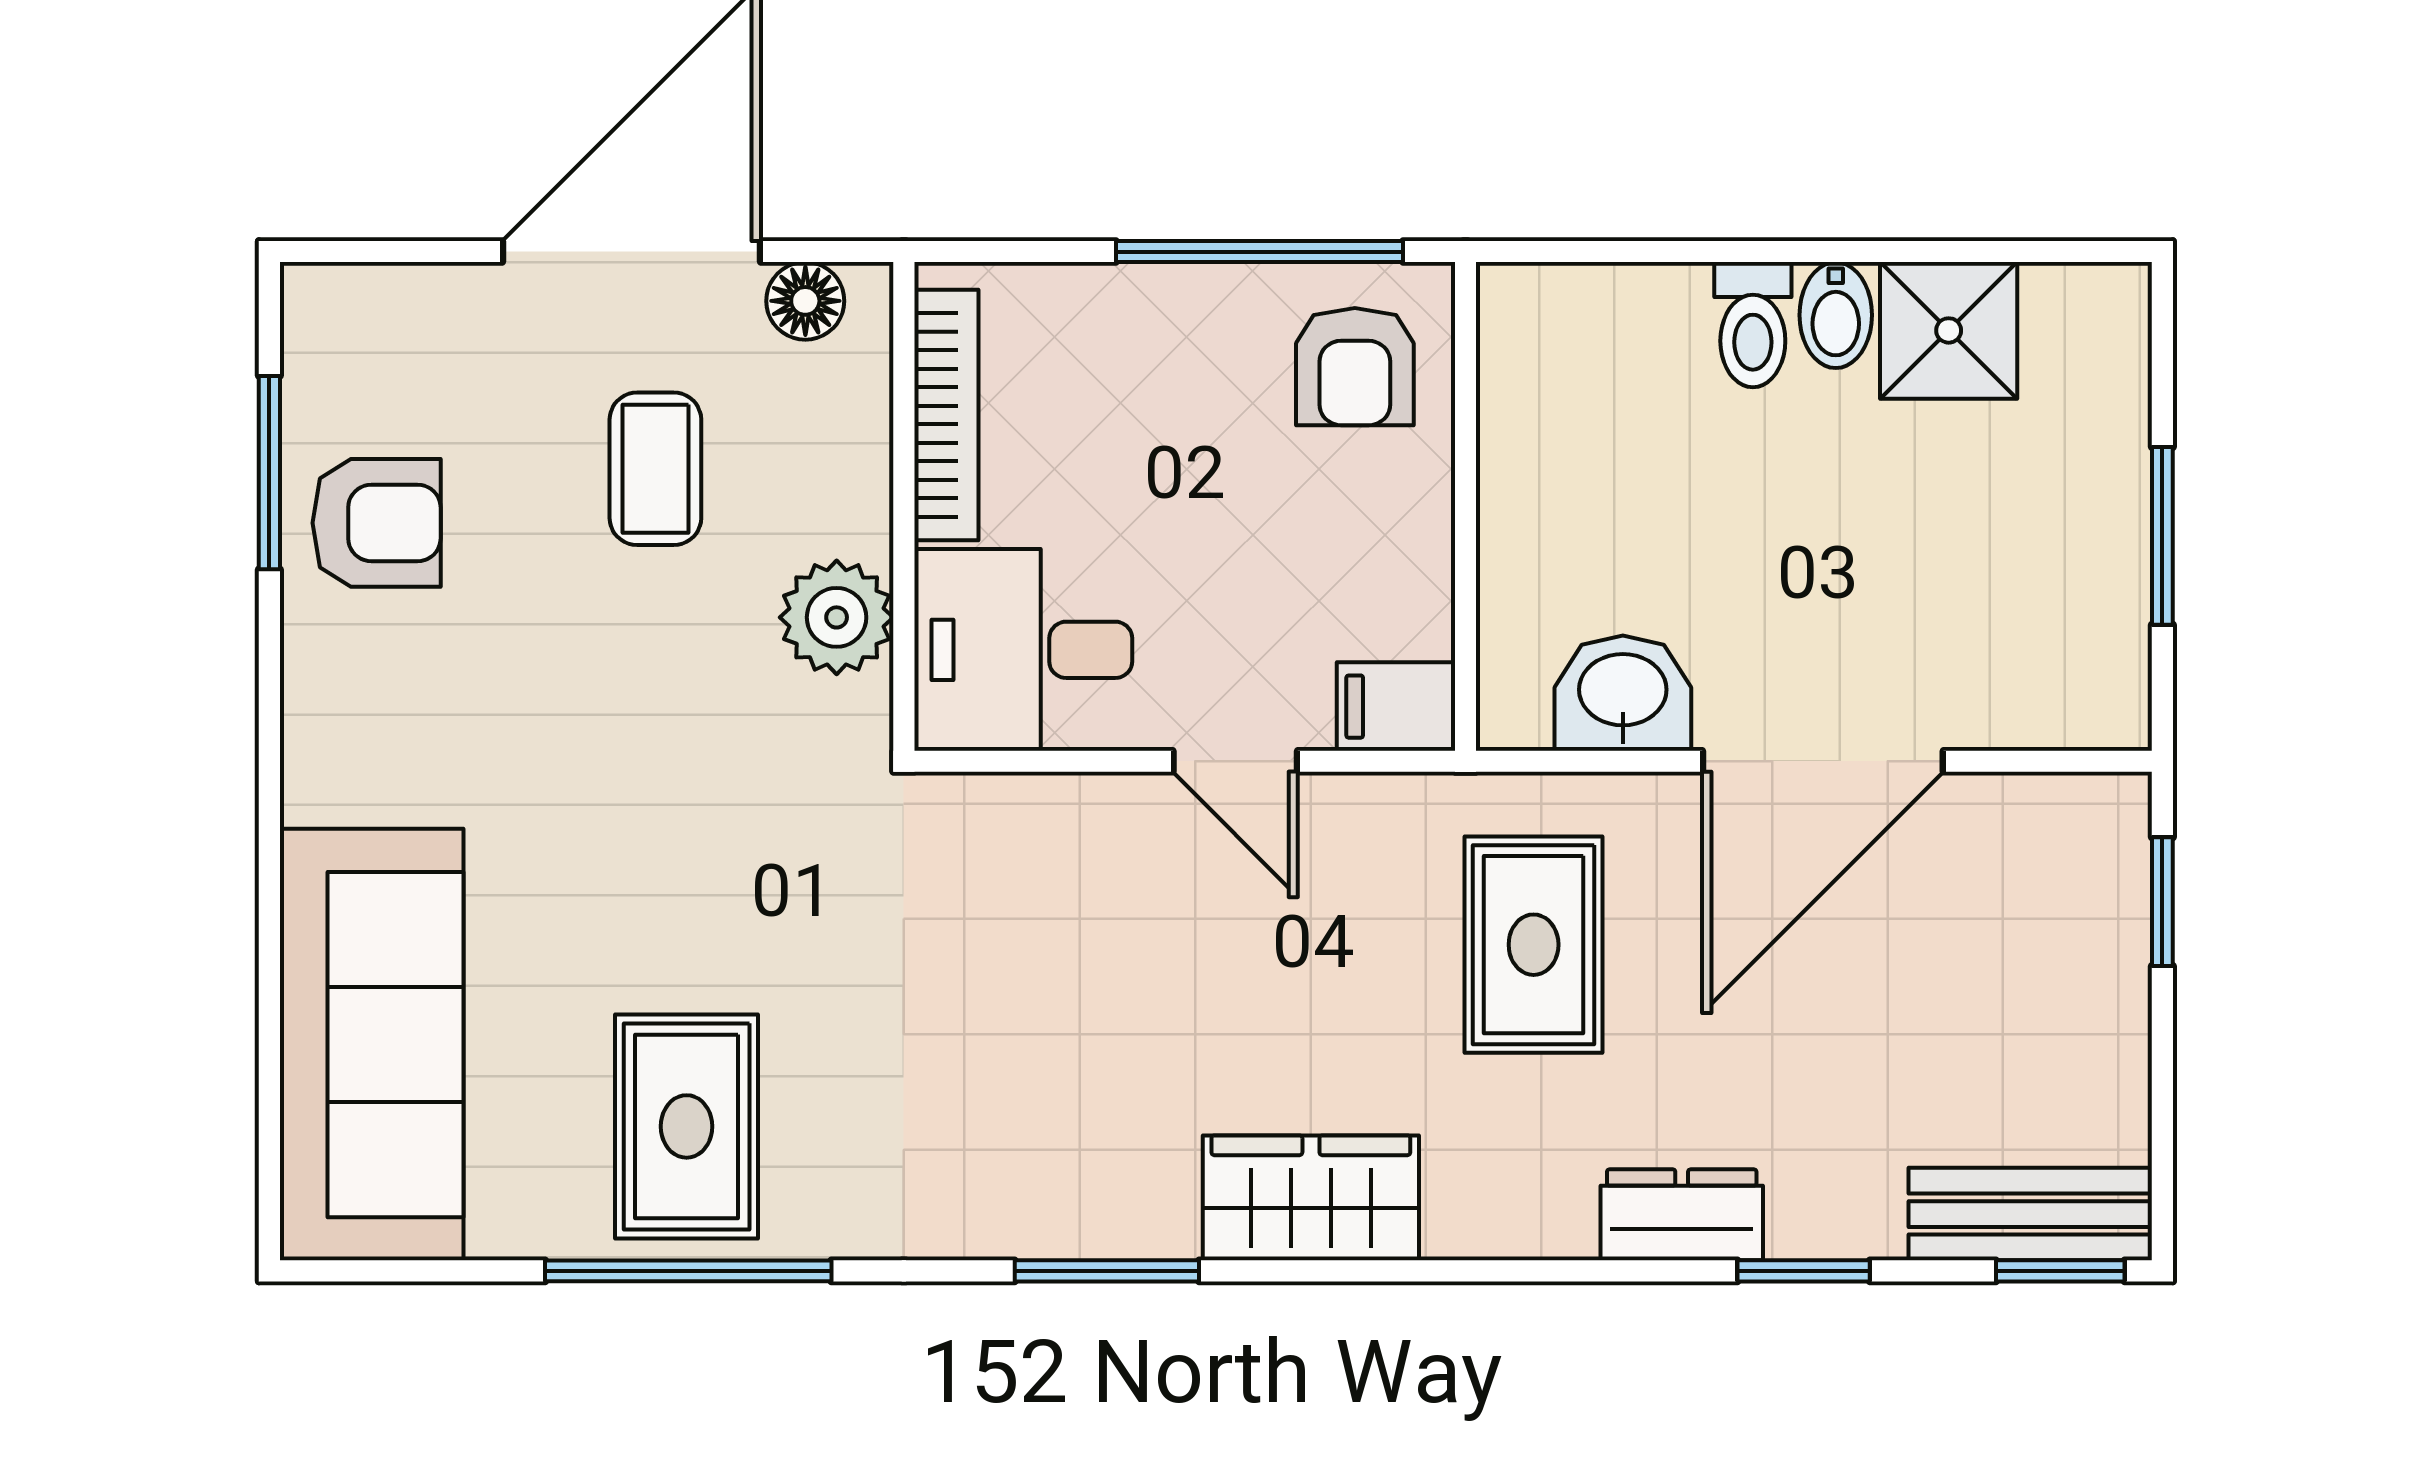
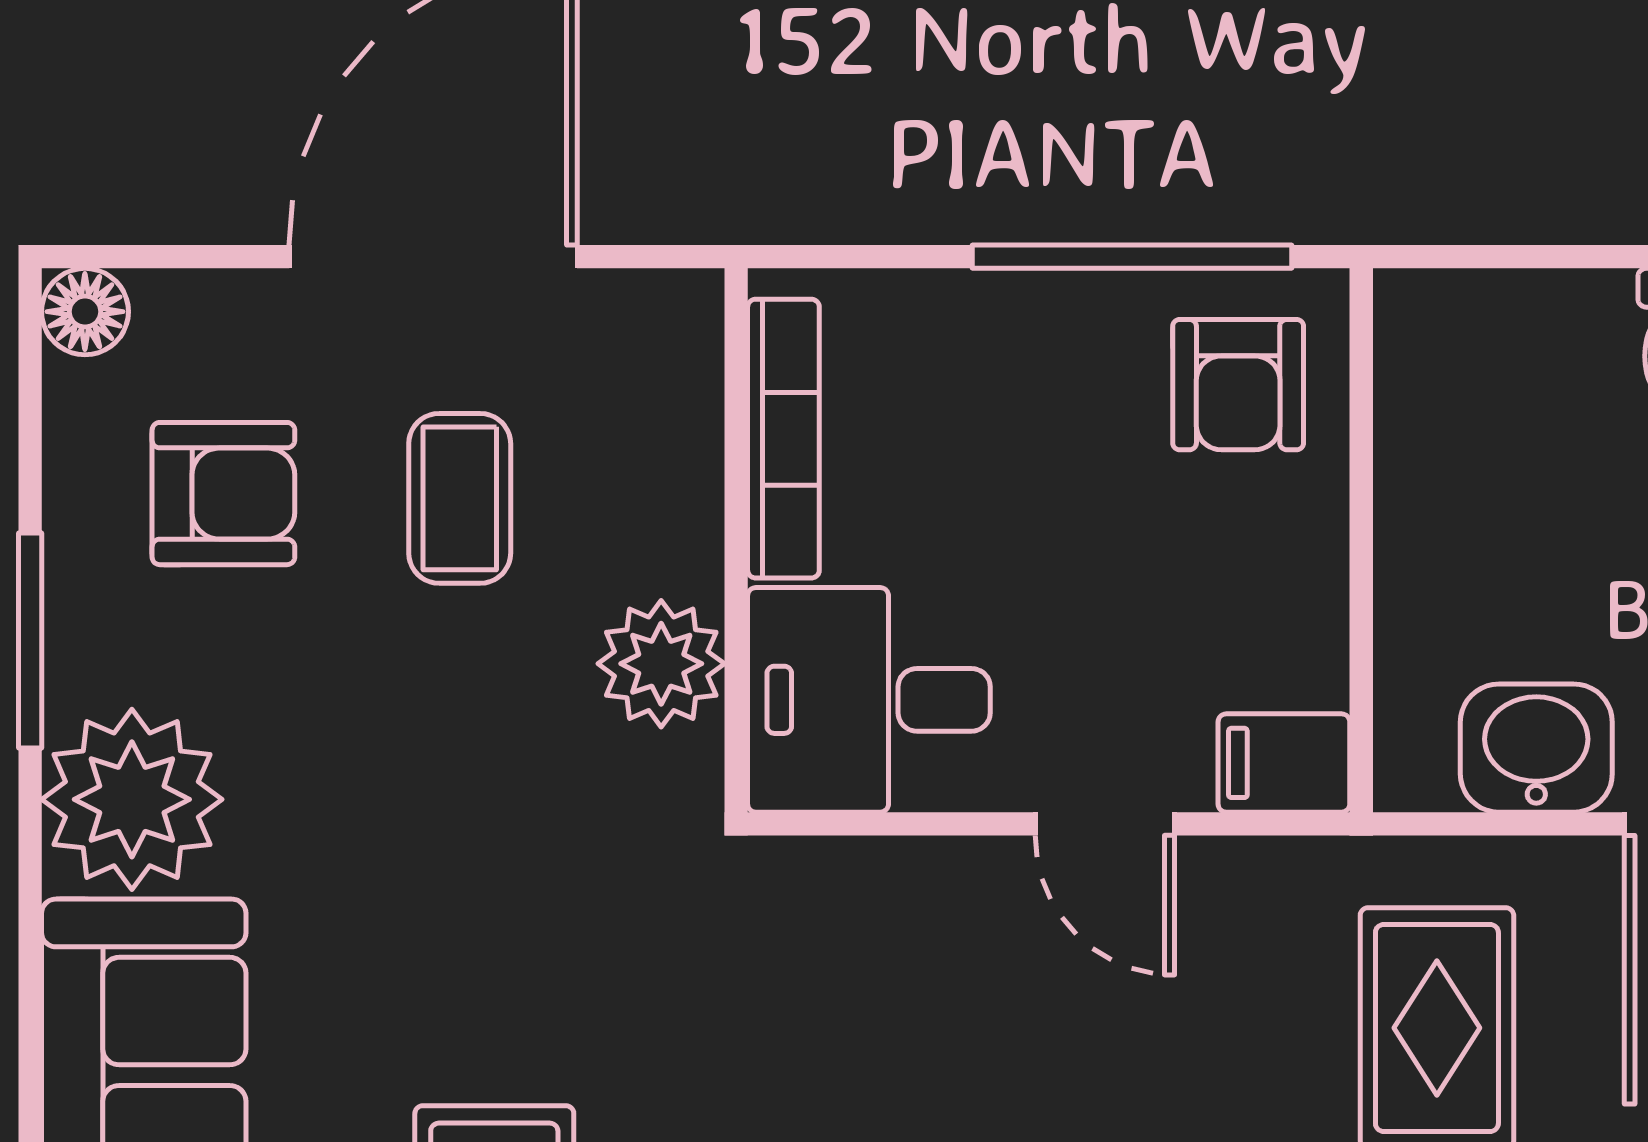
floor lamp: (805, 301) -> (85, 312), moved
window: (269, 473) -> (30, 640), moved
armchair: (377, 523) -> (223, 494), moved
plant: (361, 739) -> (132, 799), added

